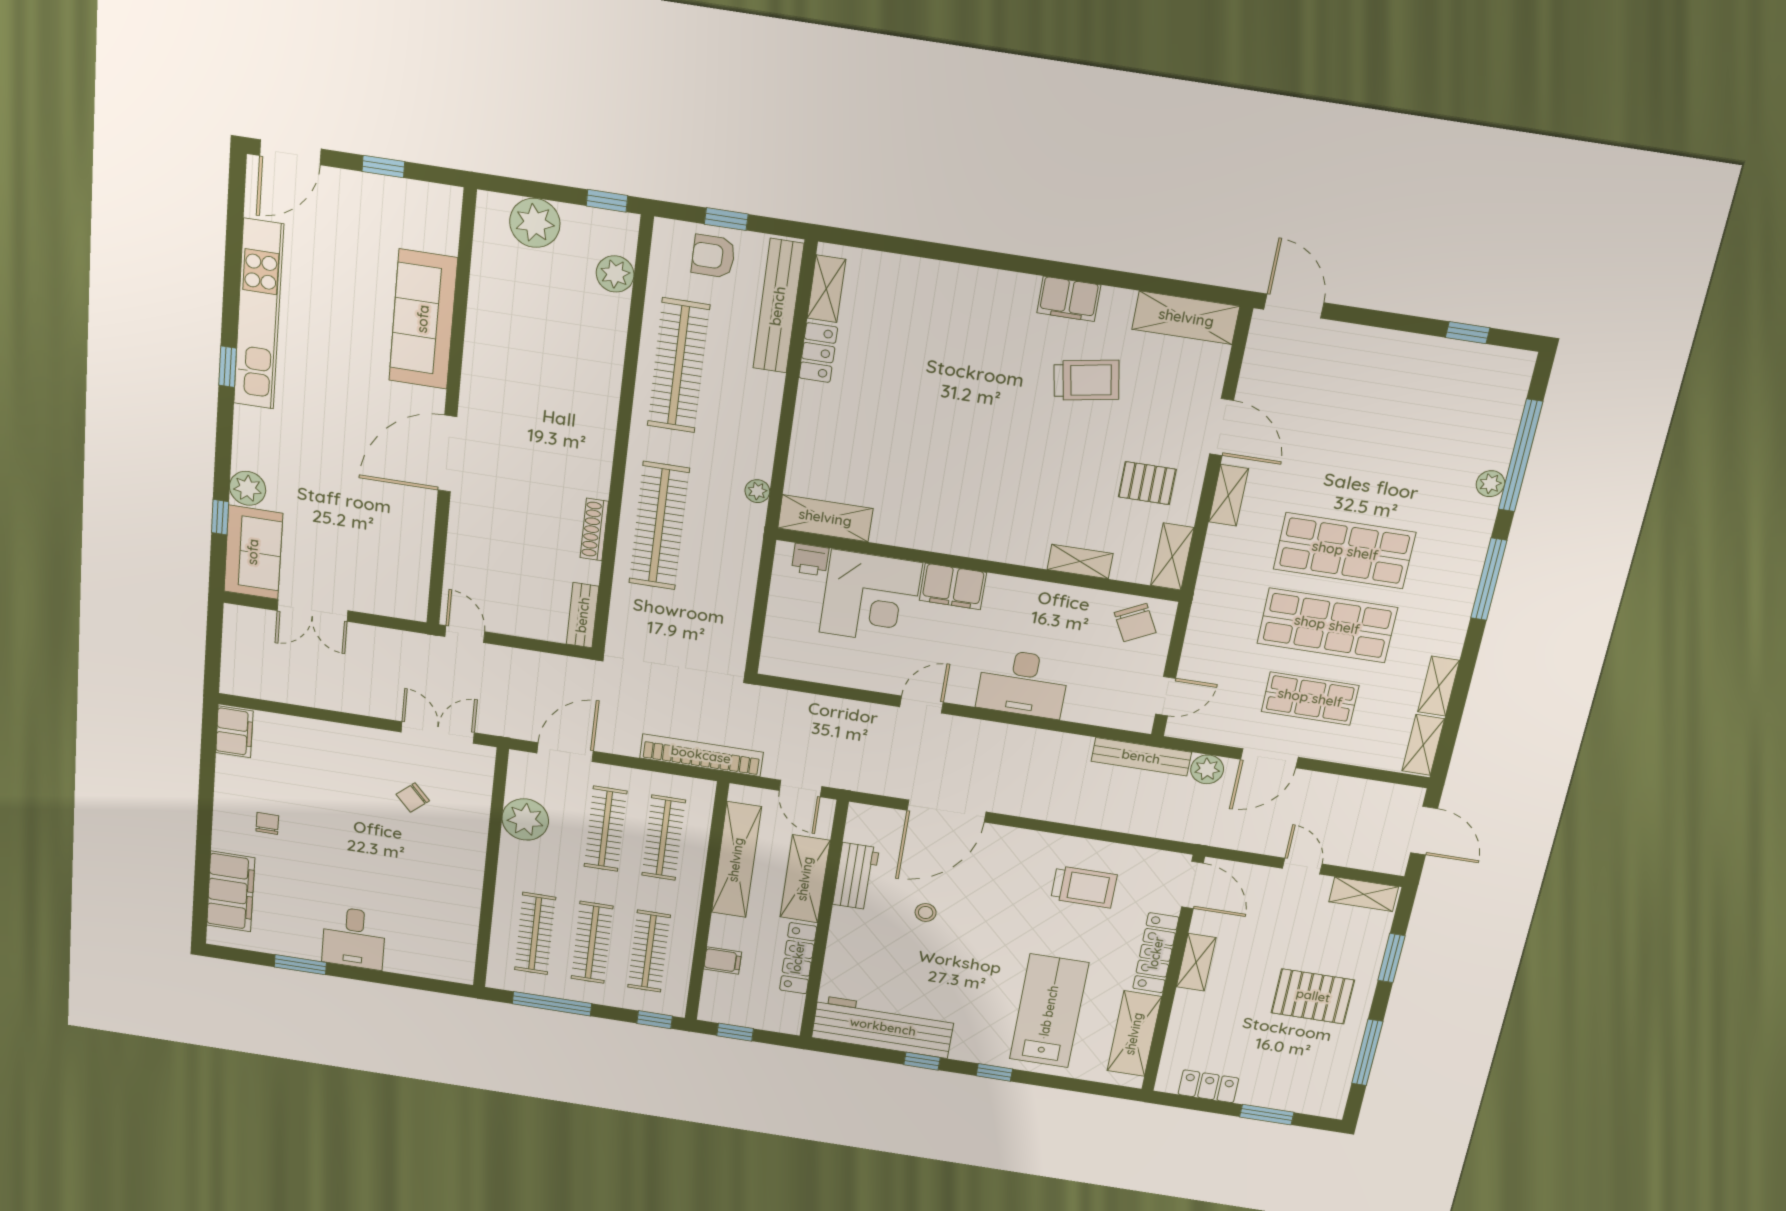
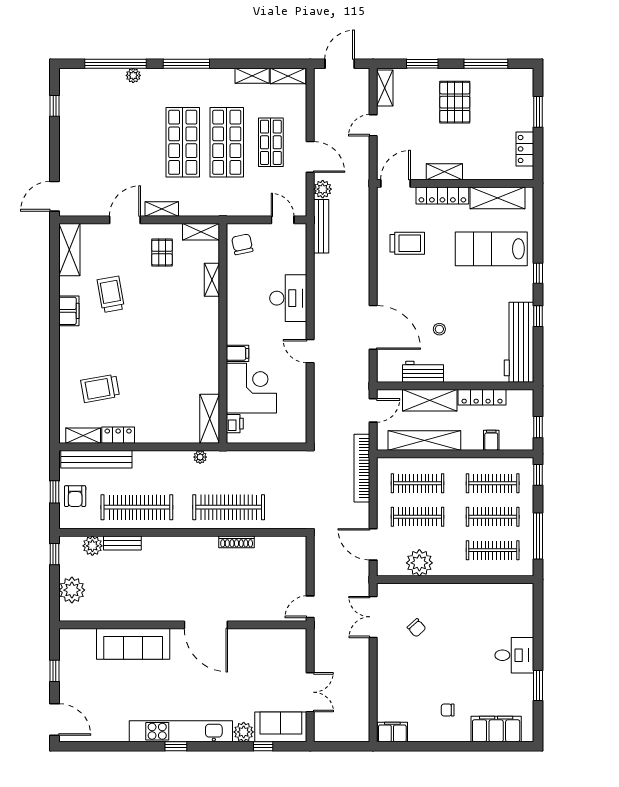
kitchen unit: (258, 315) -> (181, 731), moved
trolley: (912, 334) -> (100, 388), added
filing cabinet: (953, 586) -> (238, 353), width x0.50
bench: (583, 615) -> (122, 543), moved
chair: (1135, 623) -> (242, 244), turned -75
trolley: (1084, 887) -> (407, 243), turned 90

